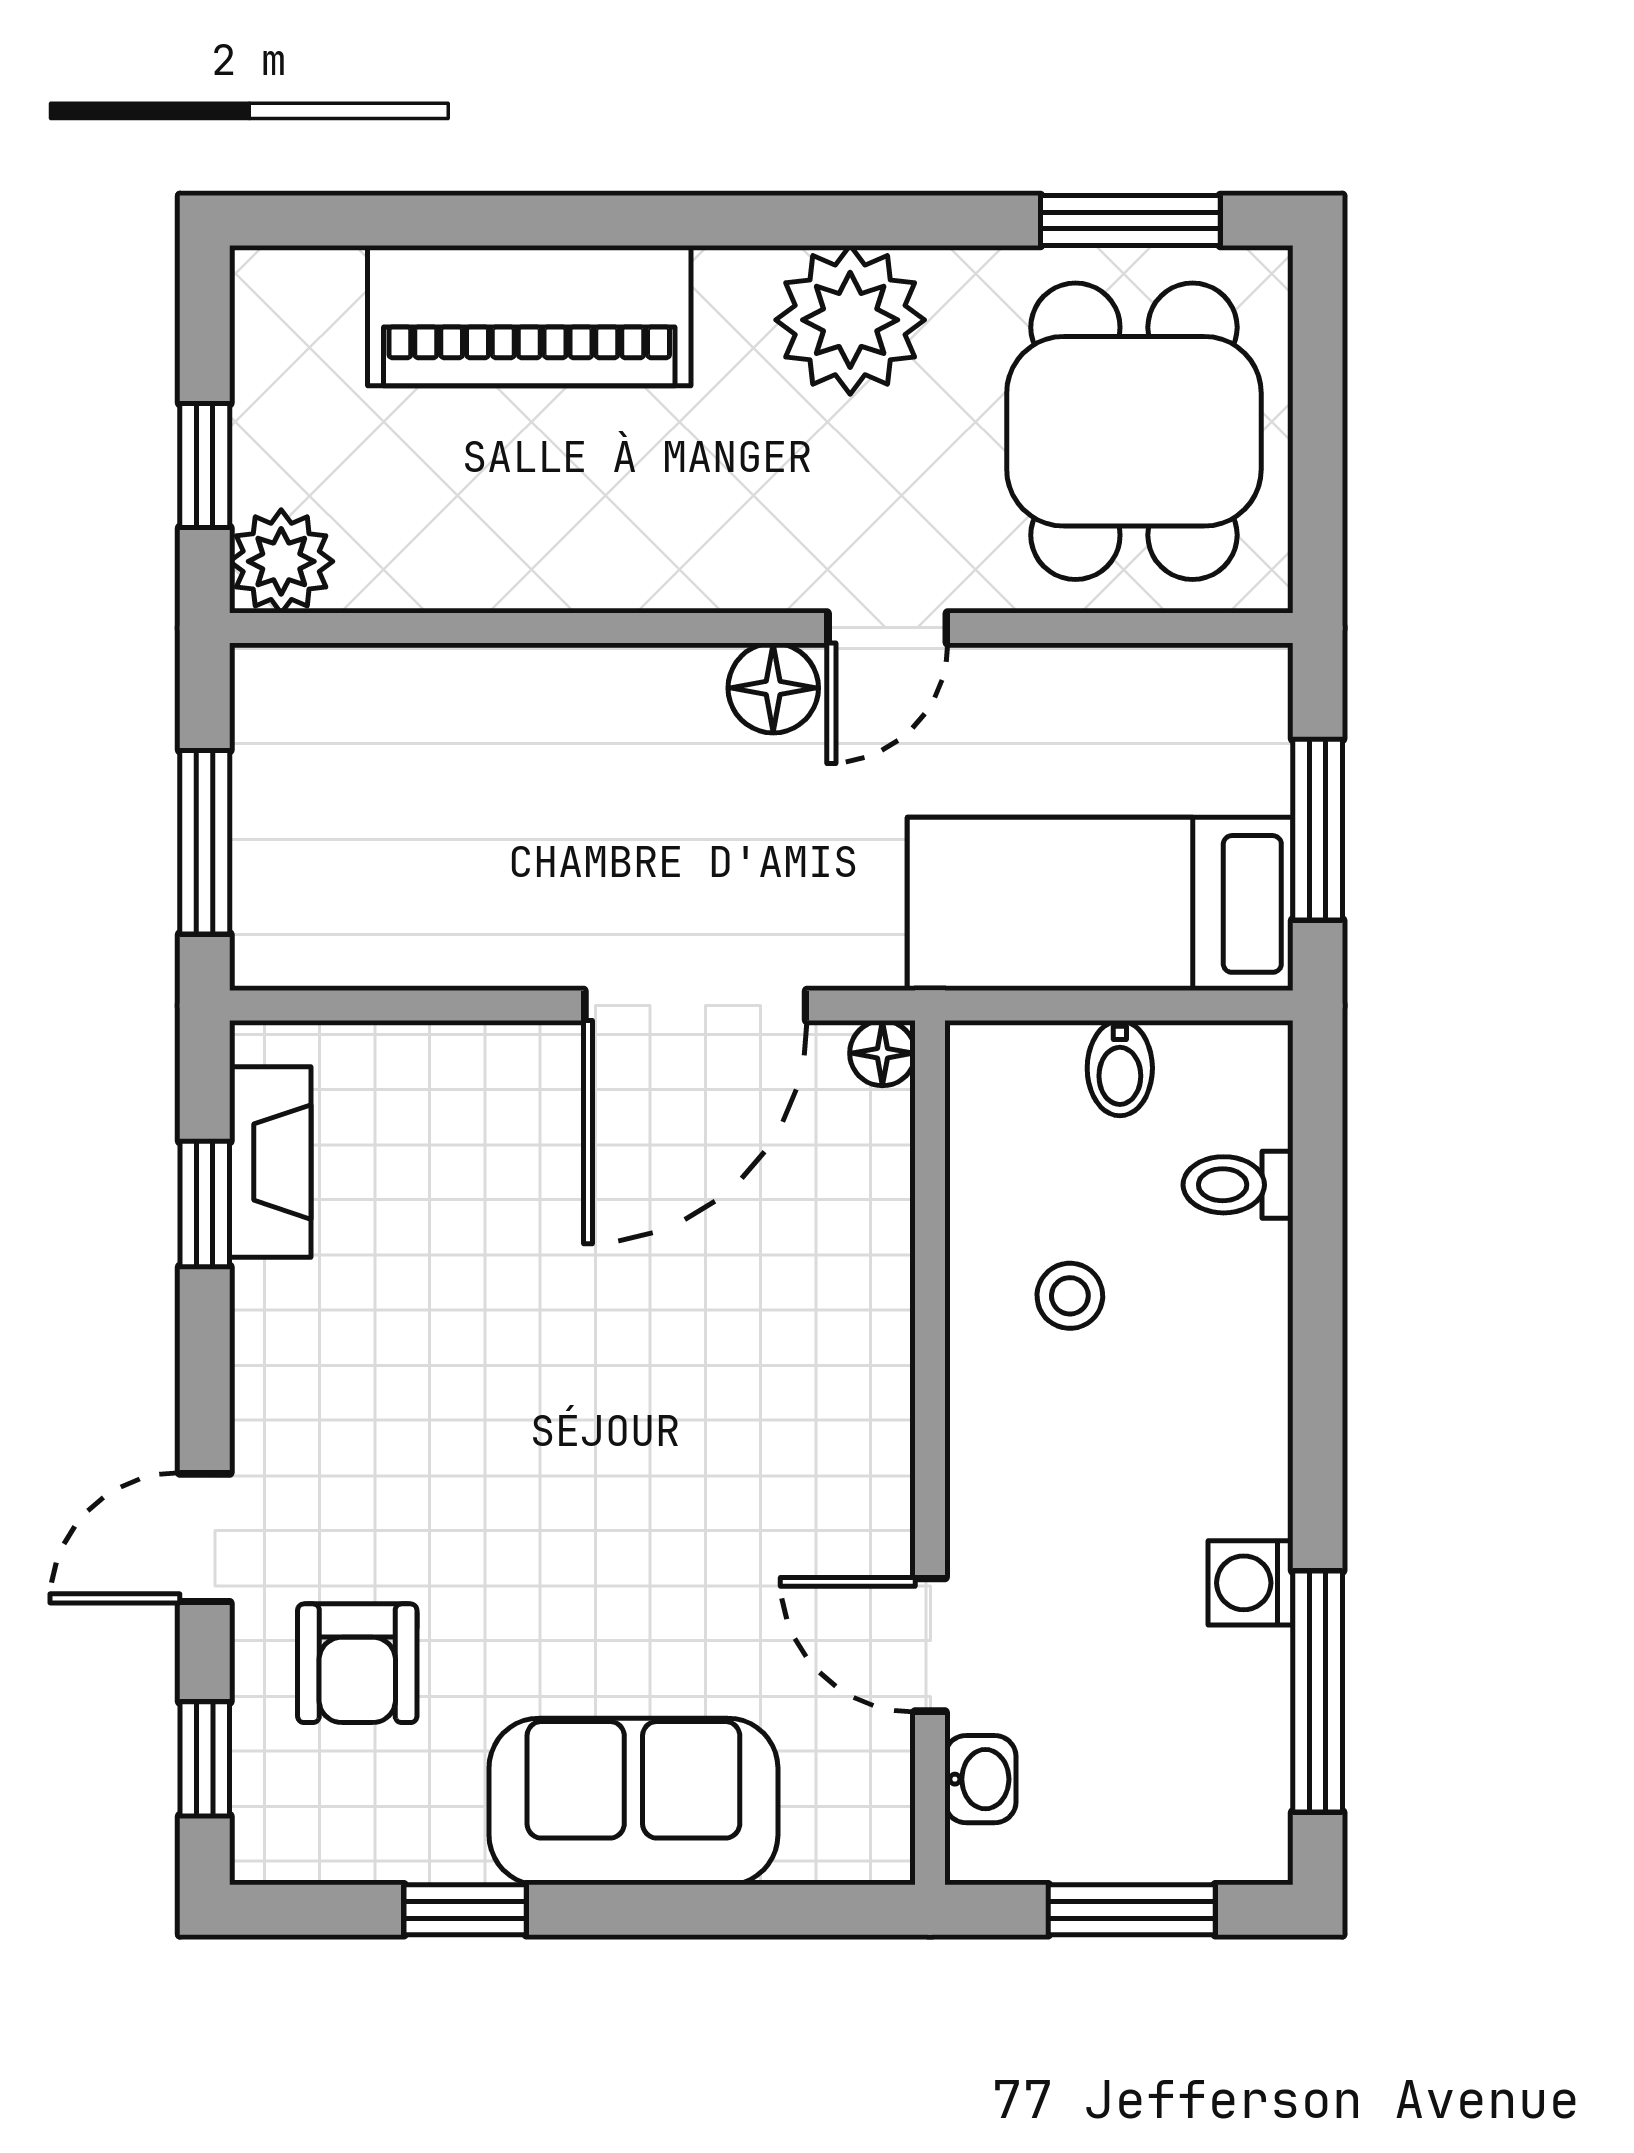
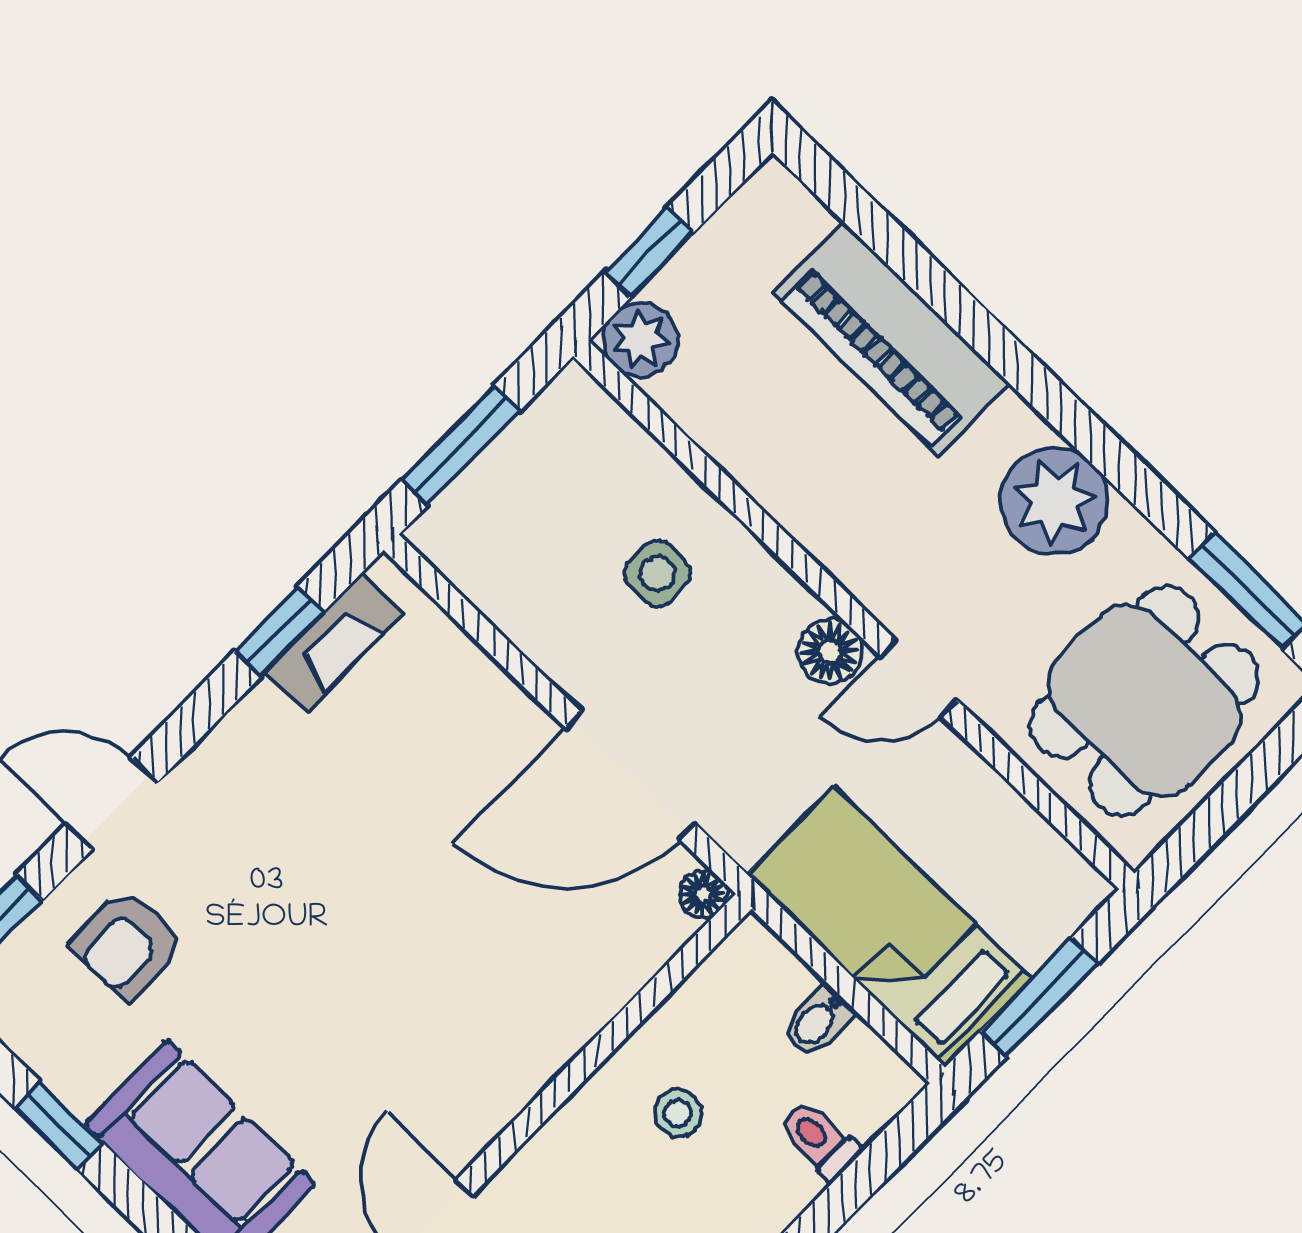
side table: (526, 778) -> (658, 574), added

